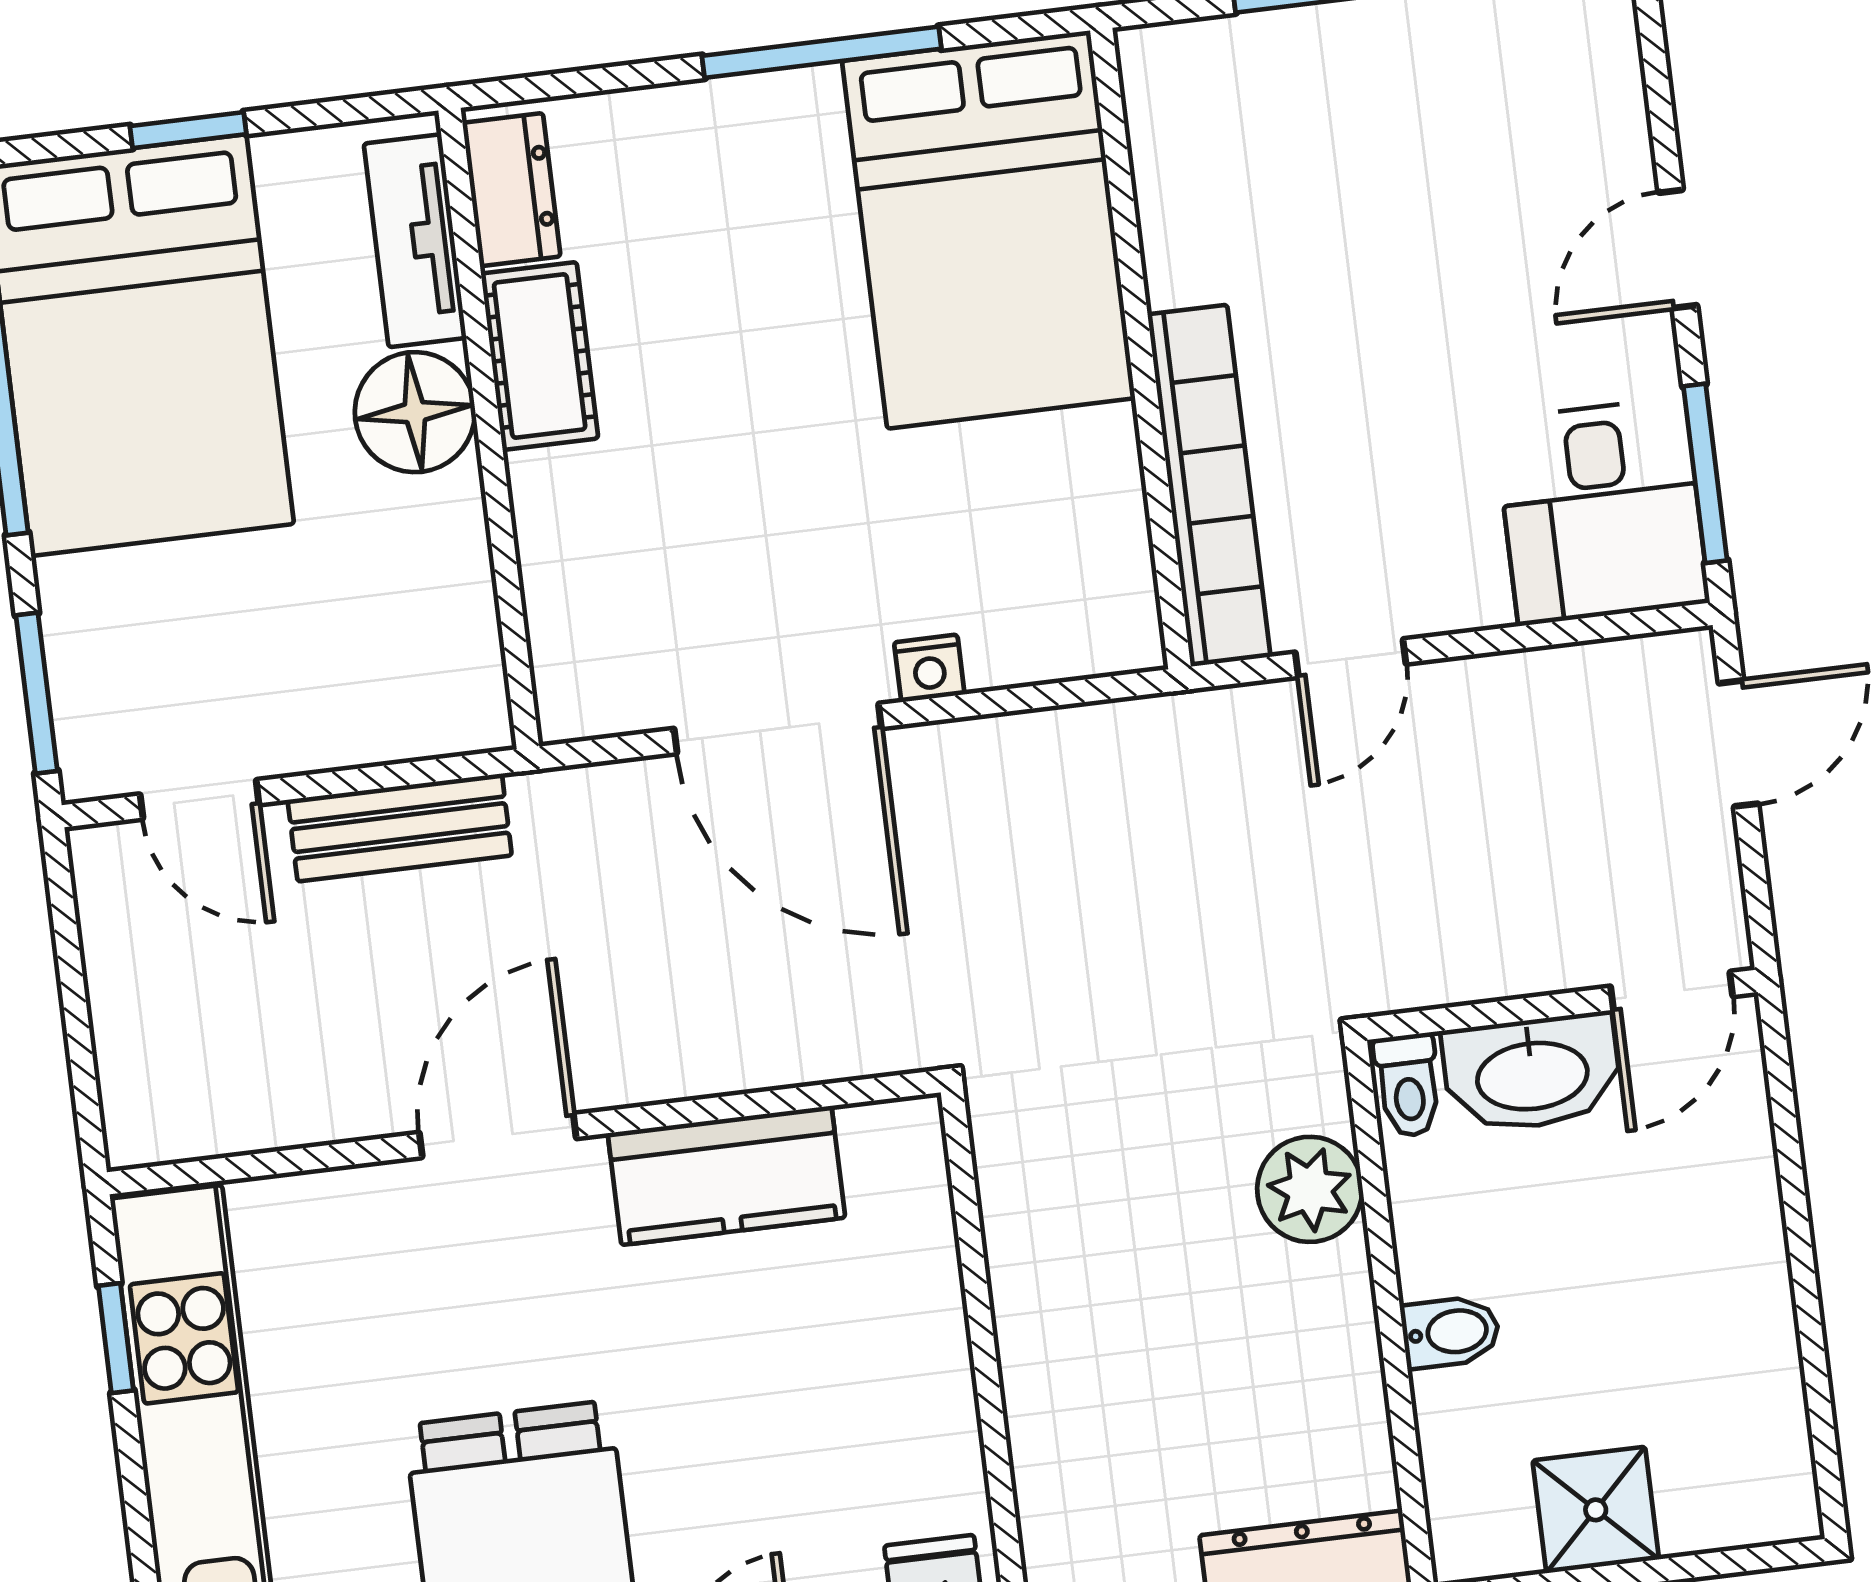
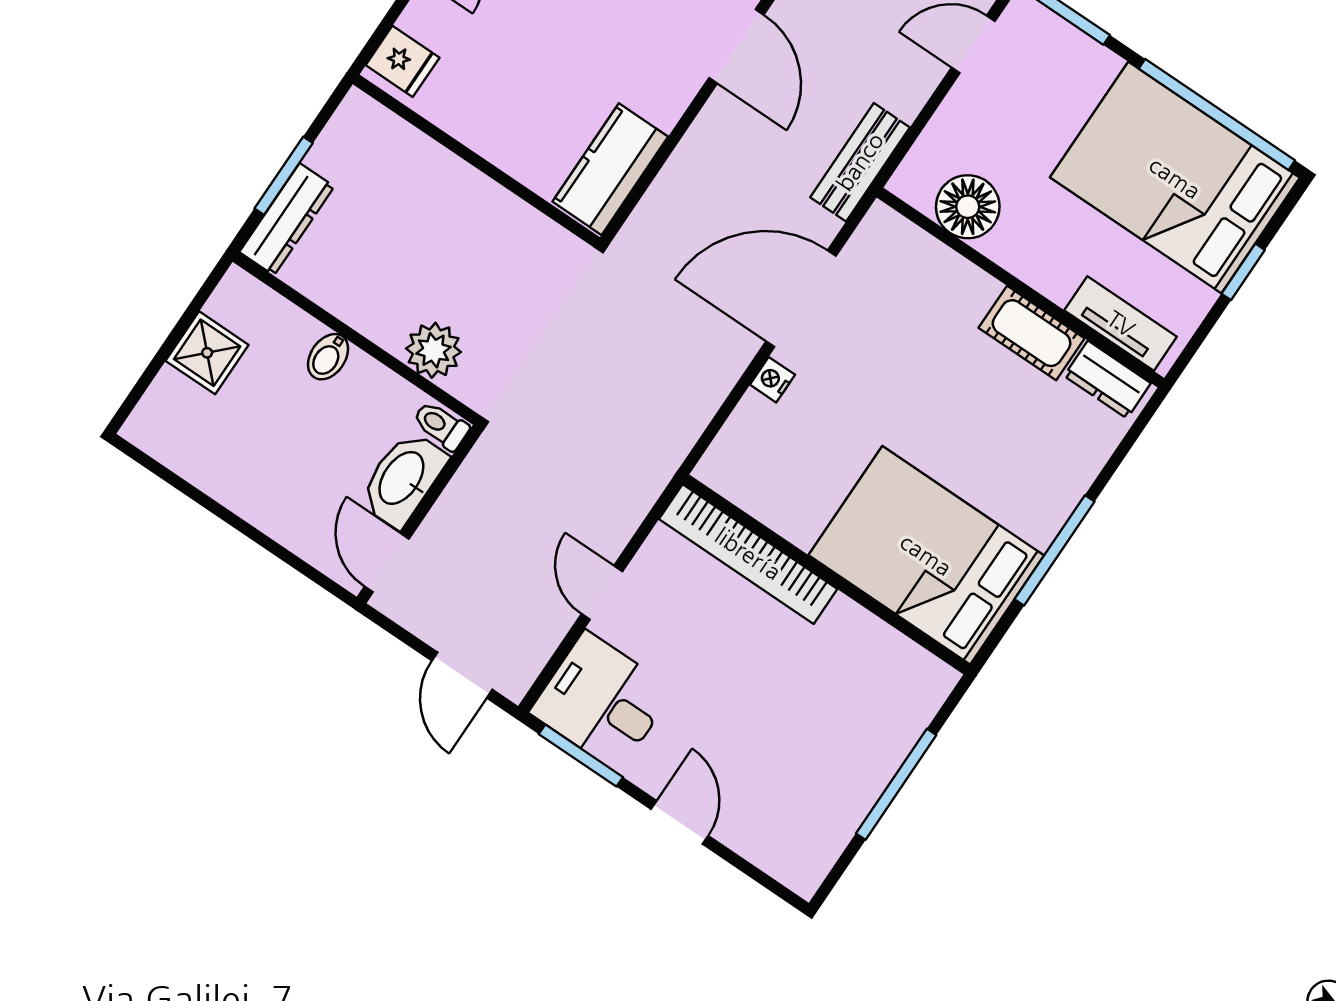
floor lamp: (415, 412) -> (968, 207), moved
door: (1351, 658) -> (602, 593), moved
bench: (400, 828) -> (860, 162), moved
kitchen counter: (726, 1175) -> (610, 169), moved

